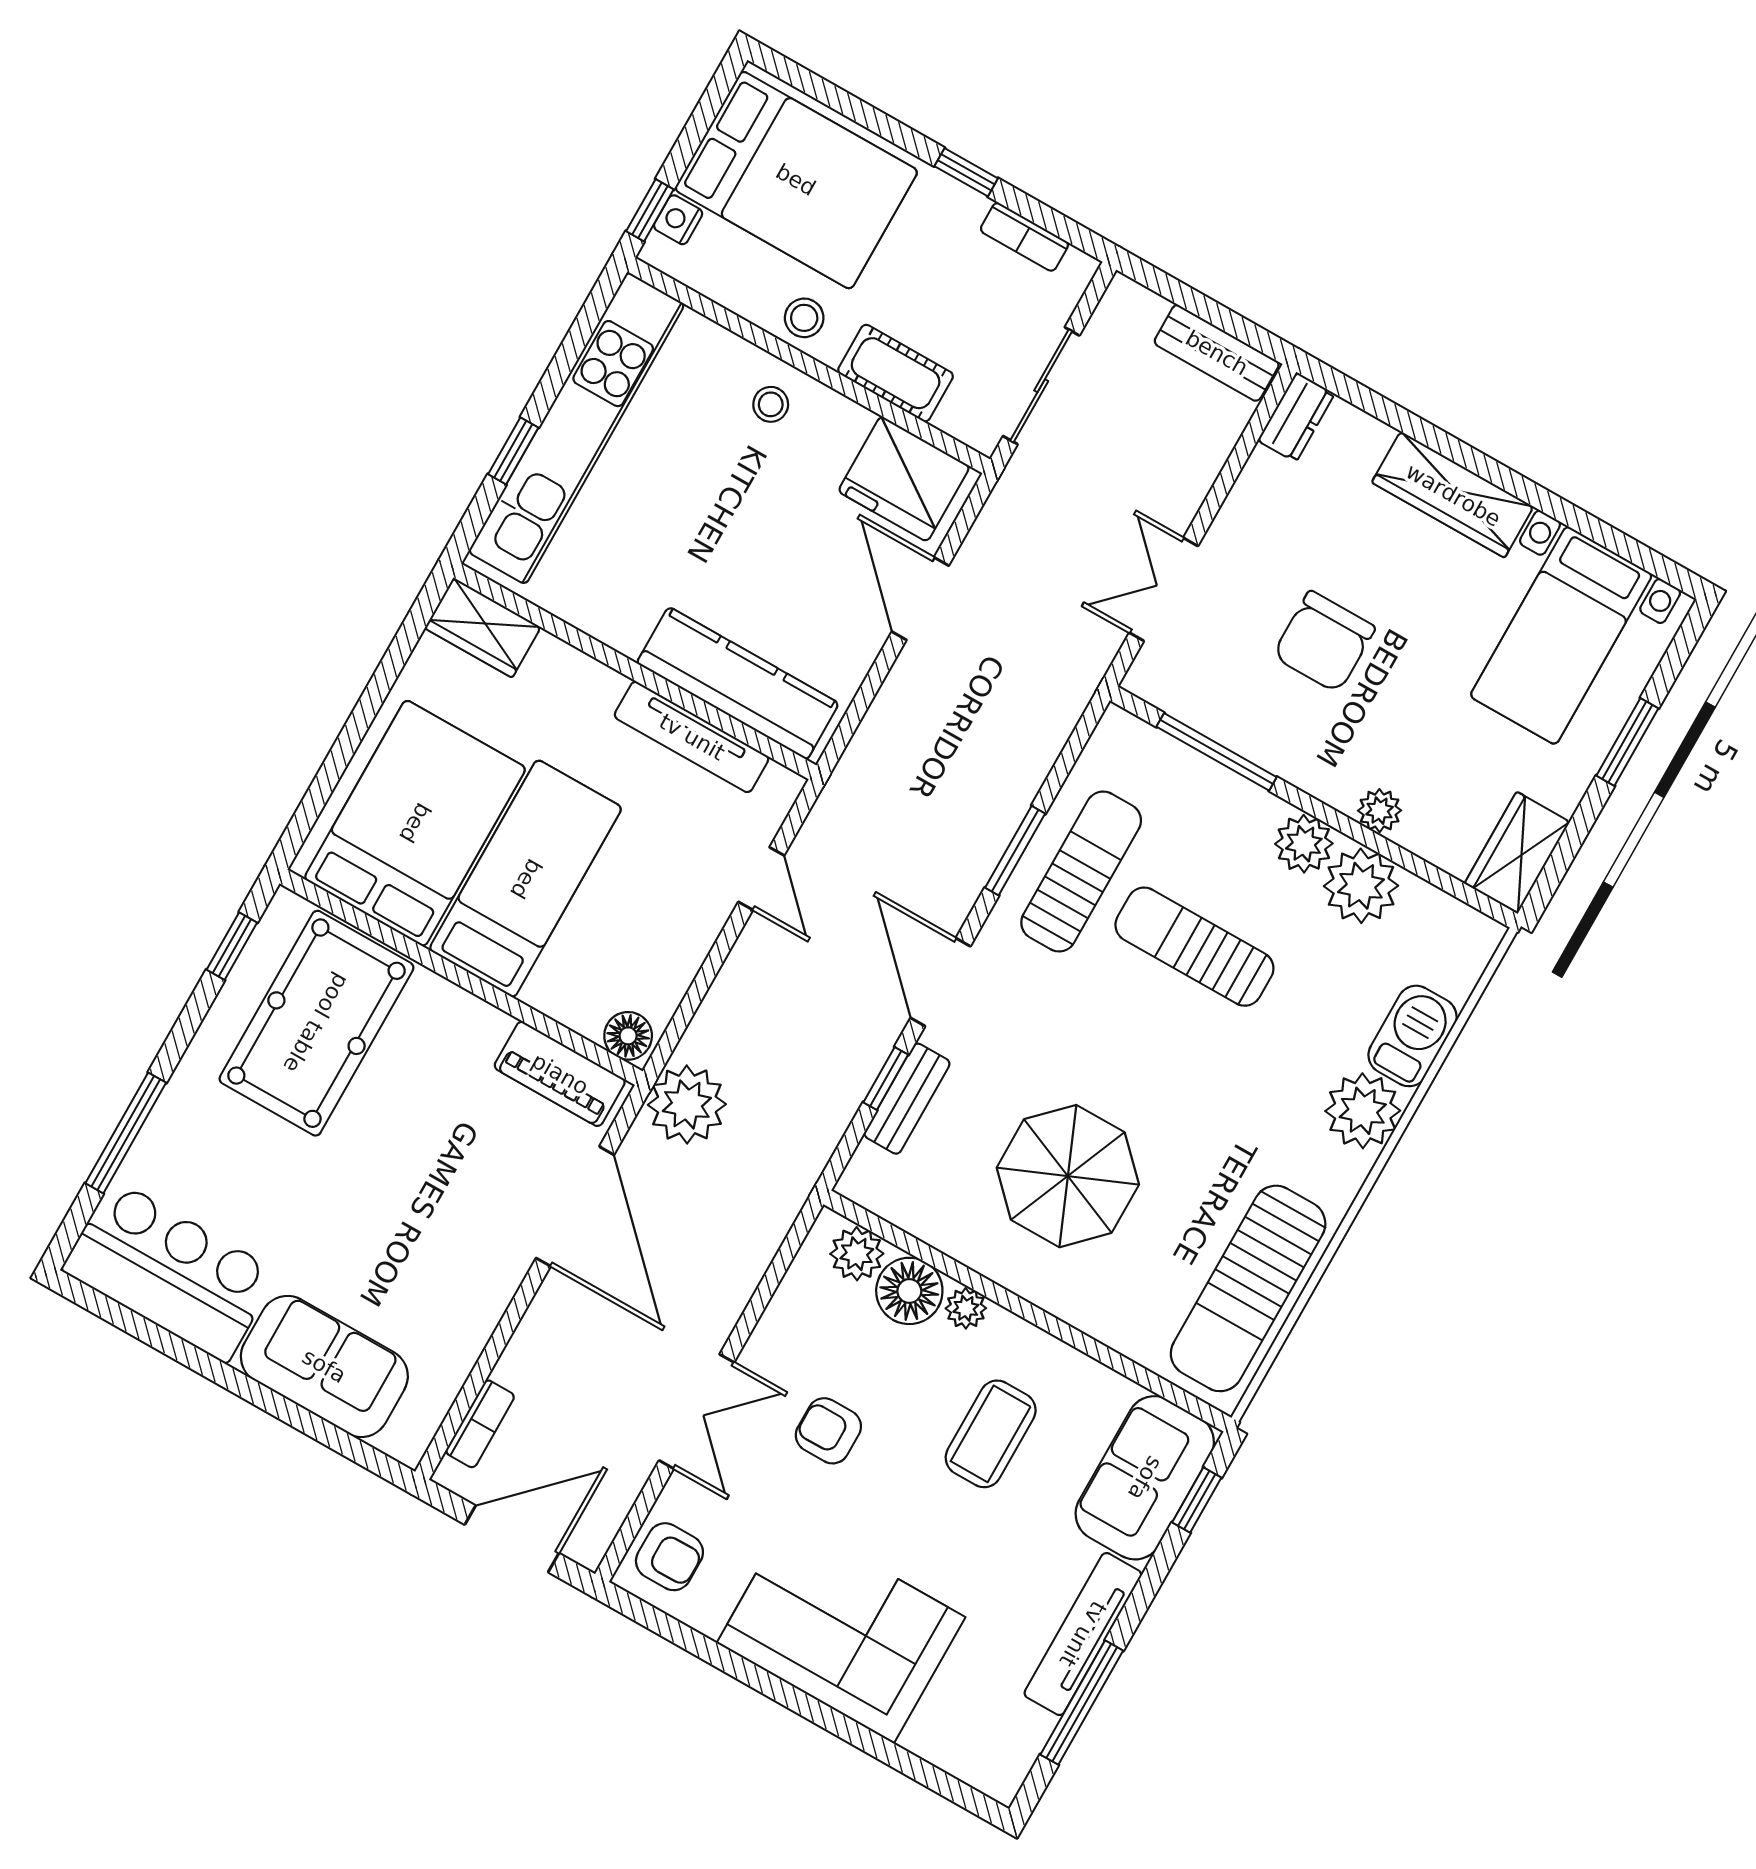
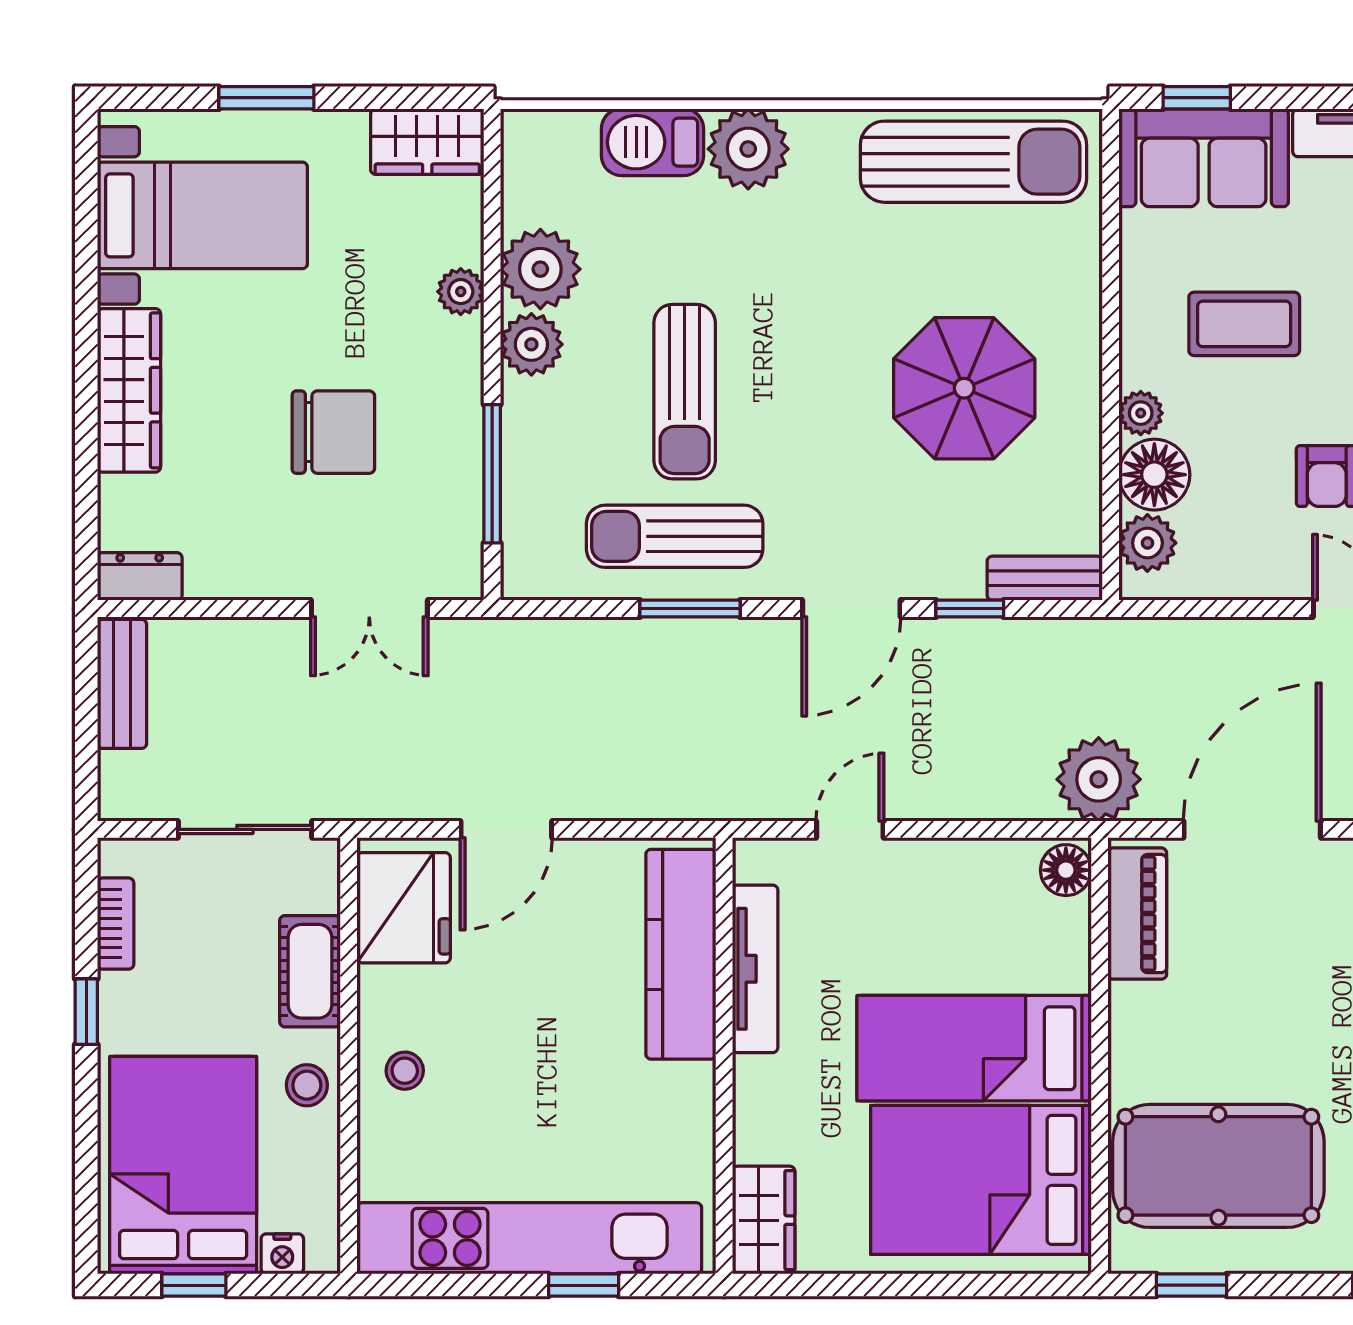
window: (650, 210) -> (194, 1285), moved
bench: (907, 1099) -> (1045, 578), moved

